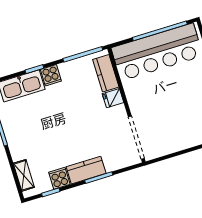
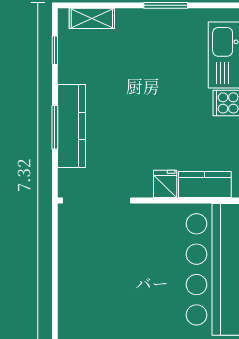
kitchen counter: (86, 170) -> (72, 126), width x1.50
cooker: (59, 178) -> (72, 69), removed

